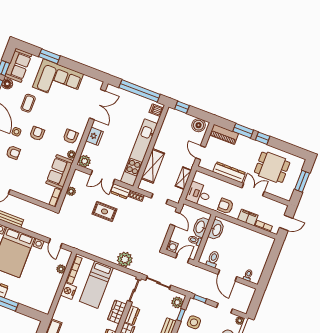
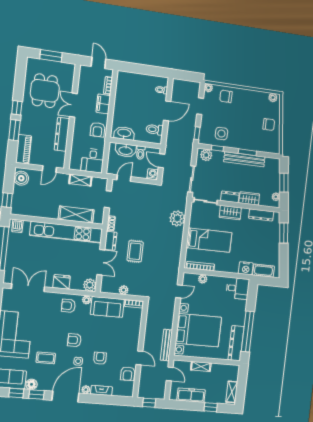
nightstand: (68, 291) -> (246, 268), moved
desk: (43, 301) -> (238, 288), added

